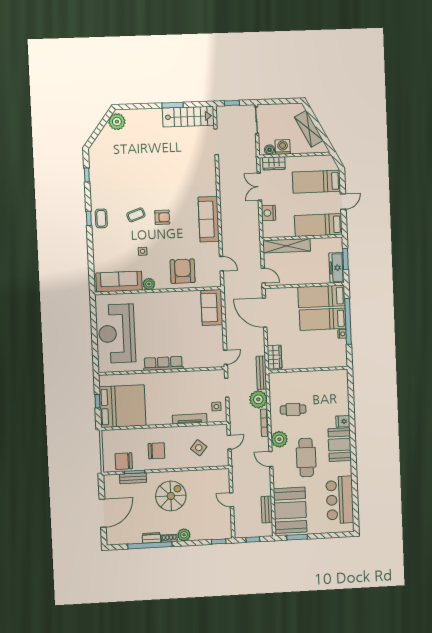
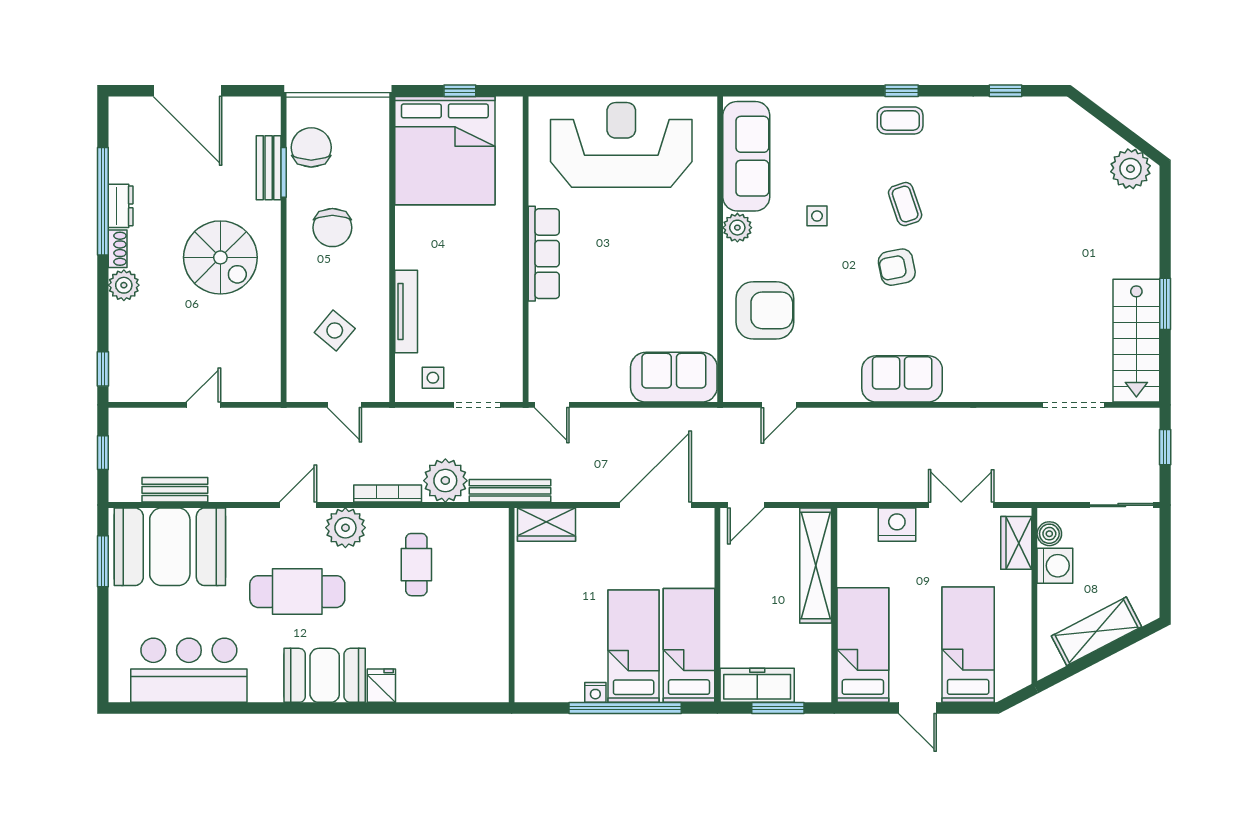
armchair: (162, 217) -> (897, 267), turned 79
sofa: (209, 219) -> (902, 379), width x0.73

